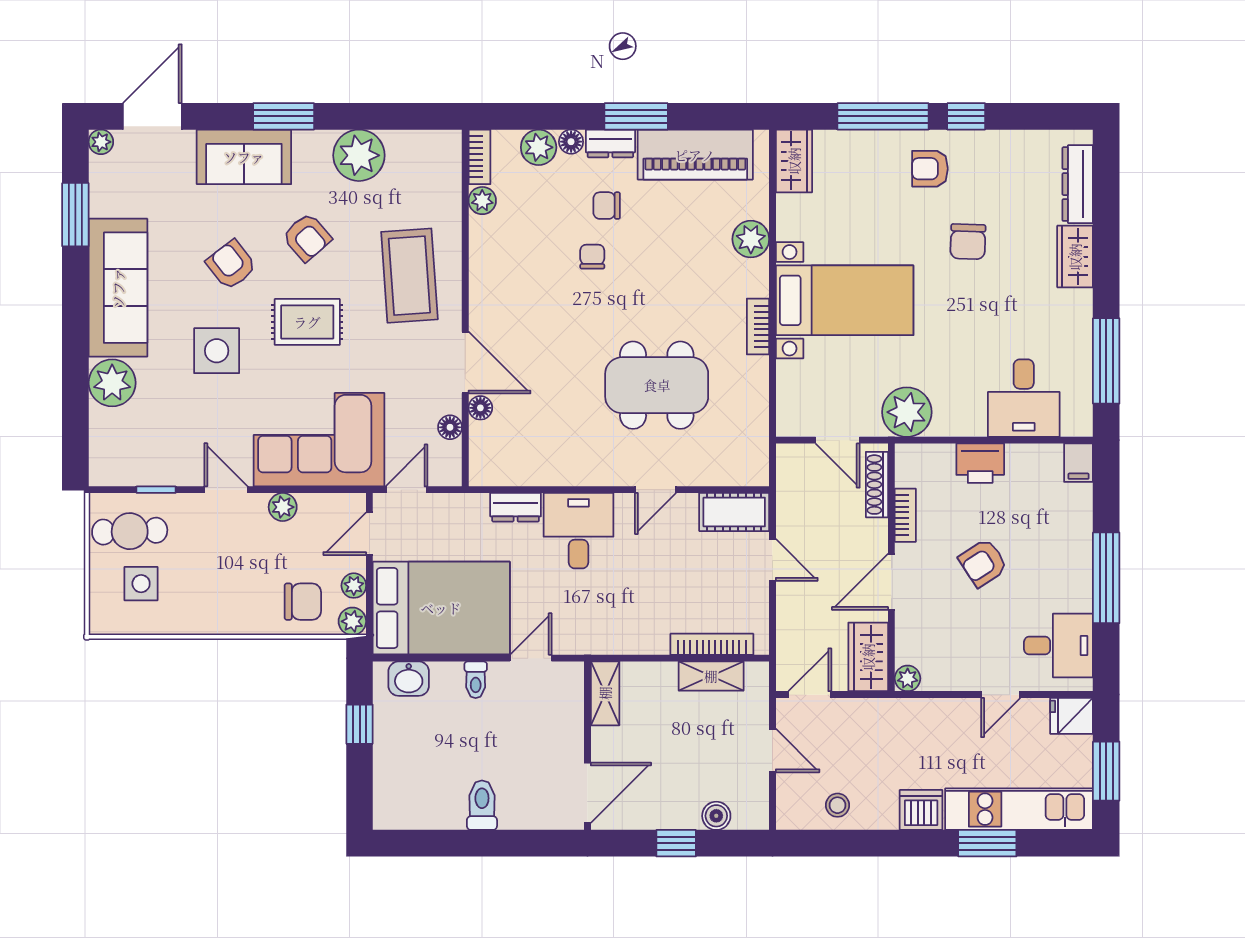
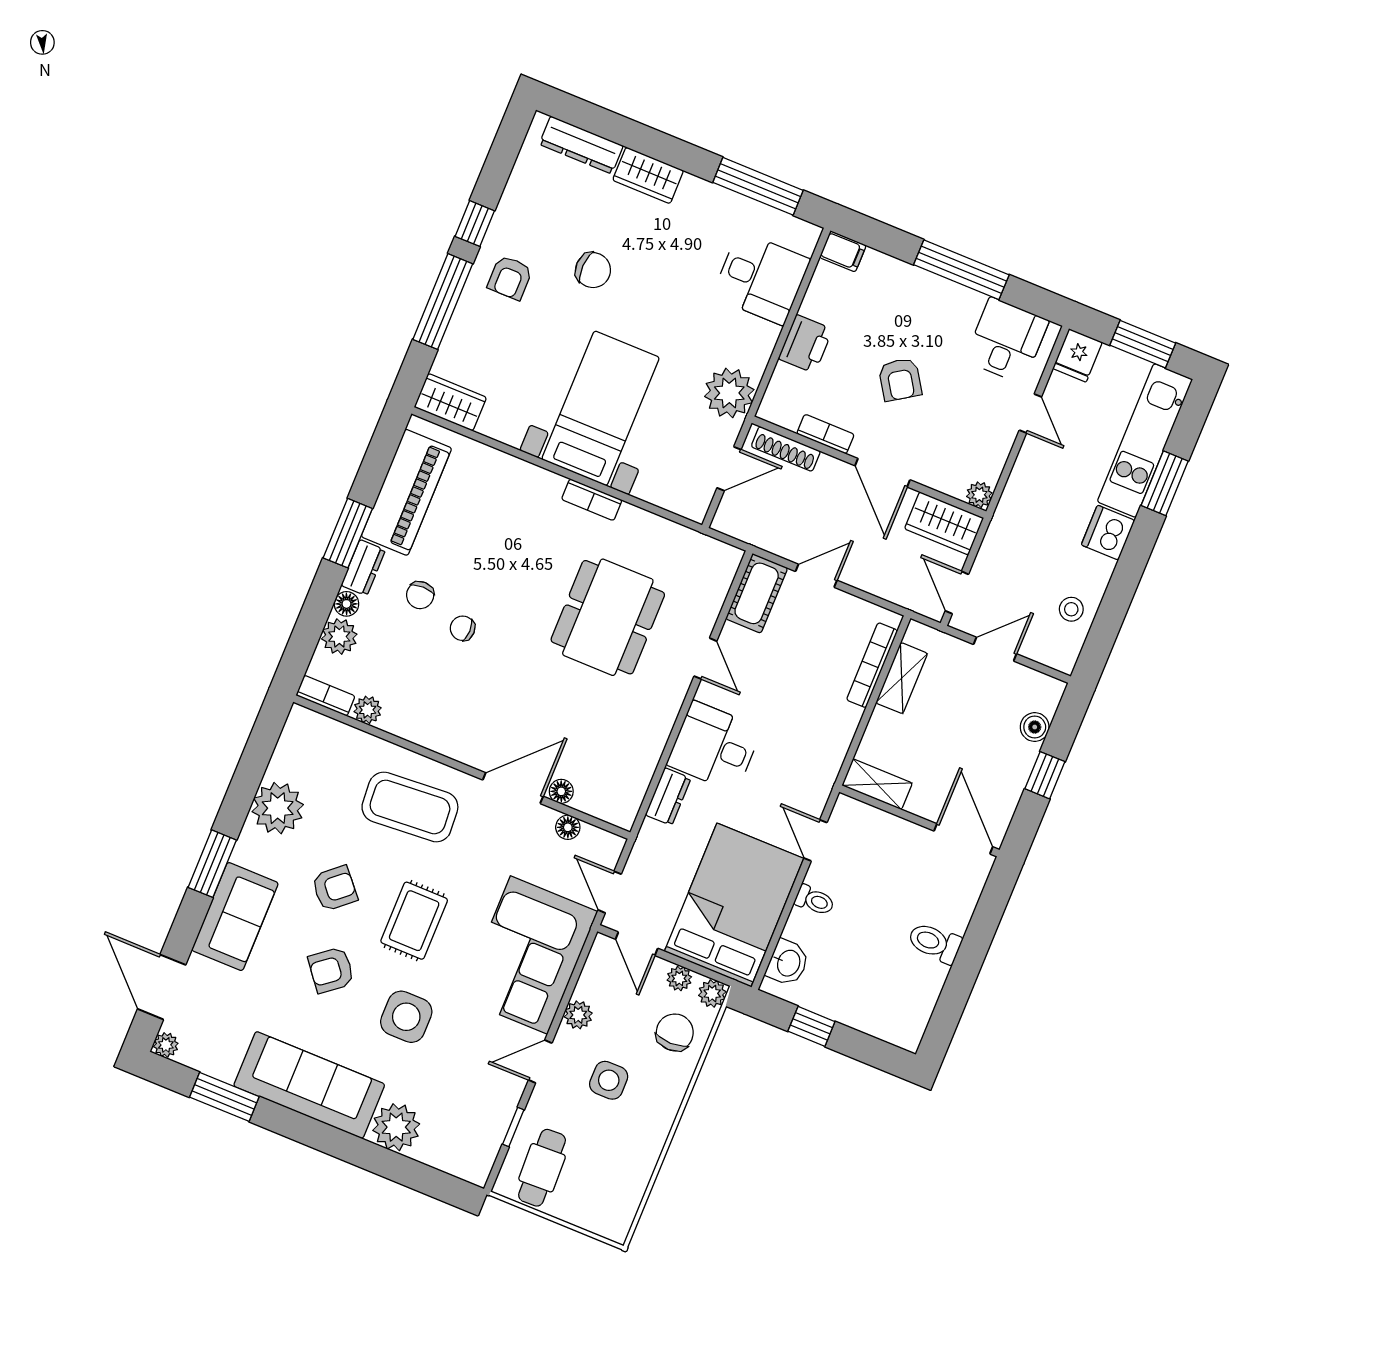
plant: (751, 239) -> (507, 473), removed
side table: (141, 584) -> (609, 1080), moved

